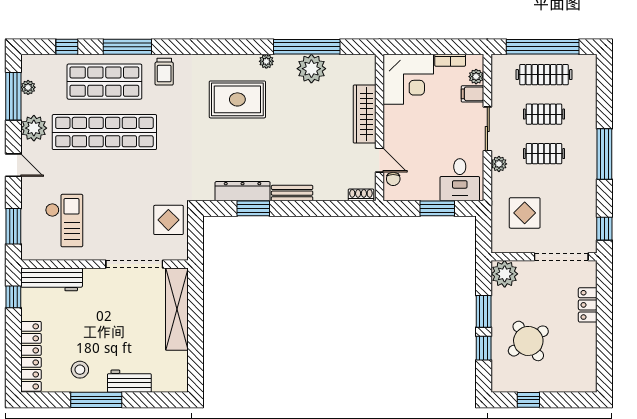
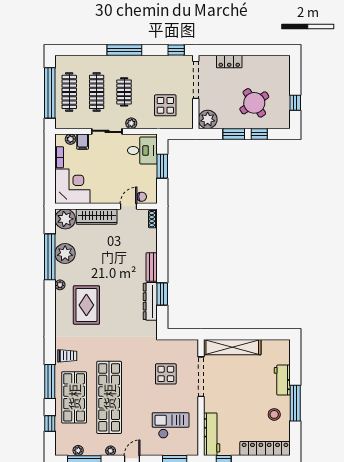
plant: (361, 69) -> (65, 219), added
clothes rail: (544, 114) -> (97, 92), width x1.36
plant: (34, 128) -> (111, 451), width x0.53, depth x0.53
display table: (168, 220) -> (166, 374), moved

